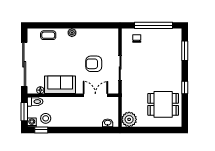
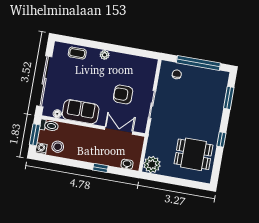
window: (41, 130) -> (100, 168), moved

